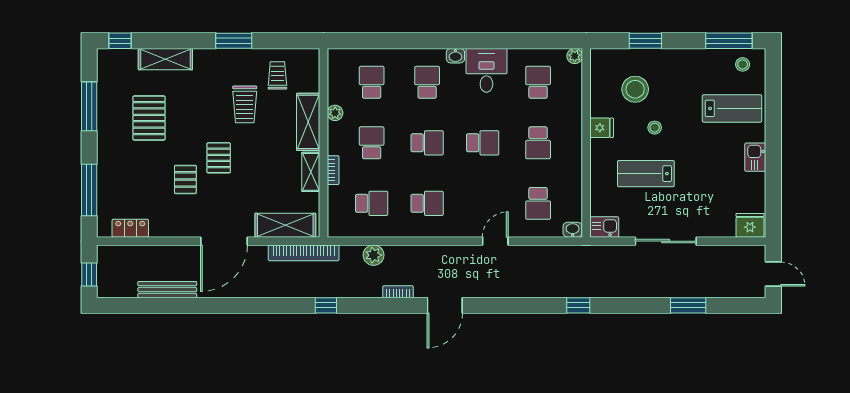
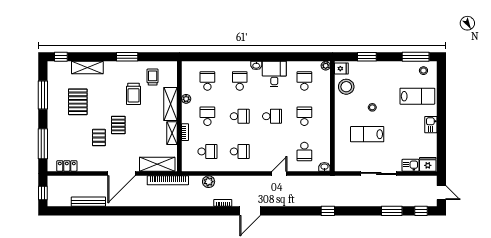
stool: (635, 89) -> (346, 87), moved
fridge: (602, 128) -> (341, 69), moved
school desk: (538, 143) -> (304, 116), turned 180
kitchen sink: (604, 227) -> (410, 165), moved
window: (326, 305) -> (421, 211), moved

